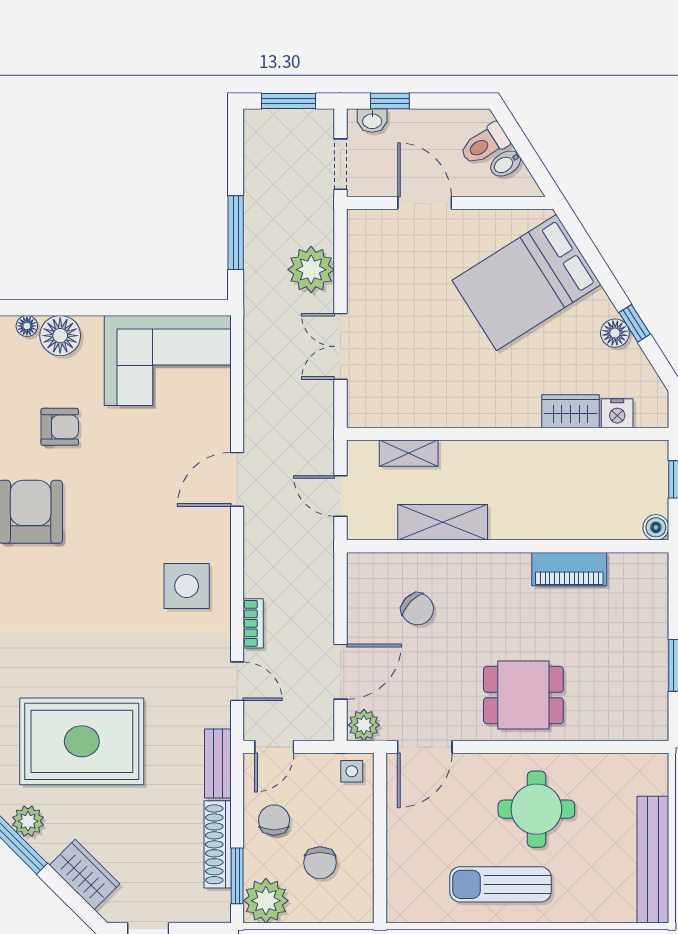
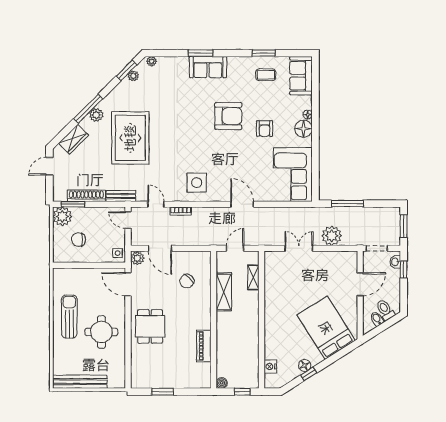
wardrobe: (570, 411) -> (271, 346), removed
door: (237, 681) -> (156, 204), swing flipped
chair: (274, 820) -> (97, 220), removed

